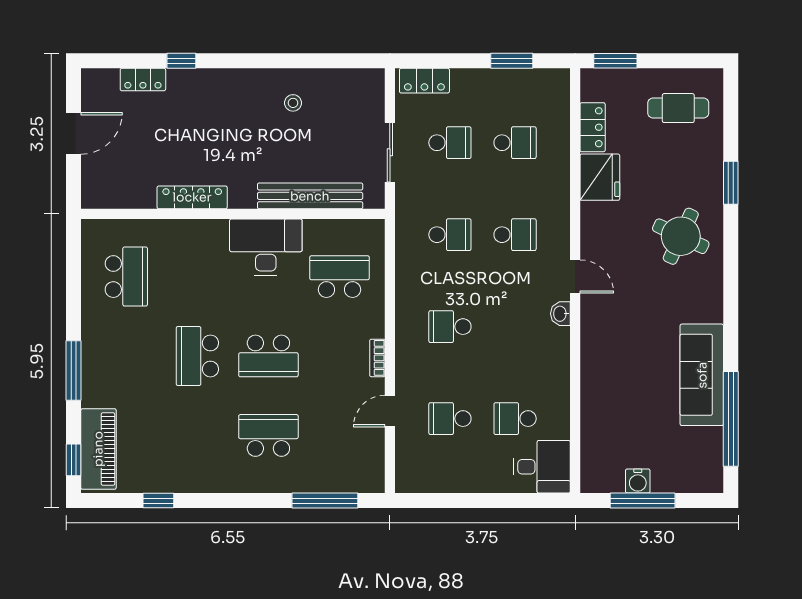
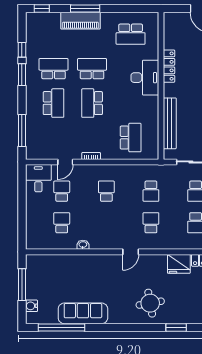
school desk: (515, 235) -> (151, 223), turned 180
round table: (681, 236) -> (150, 303), turned -35
desk: (266, 247) -> (145, 78), moved
washbasin: (560, 314) -> (83, 245), moved
door: (390, 411) -> (65, 162), swing flipped
school desk: (197, 435) -> (54, 69), added
piano: (98, 449) -> (80, 21), moved
desk: (542, 467) -> (38, 178), moved, turned 180
water cooler: (638, 481) -> (31, 306), moved
window: (210, 501) -> (22, 75), added

